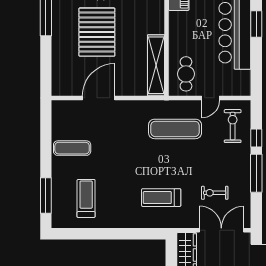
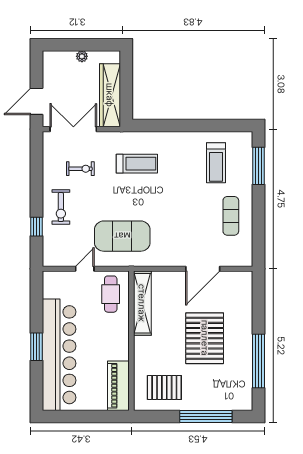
exercise bike: (233, 126) -> (61, 207), moved
exercise mat: (175, 129) -> (122, 236), width x1.47
exercise mat: (72, 148) -> (231, 216), turned 90
window: (256, 173) -> (37, 189), removed
double door: (221, 230) -> (73, 129), swing flipped

